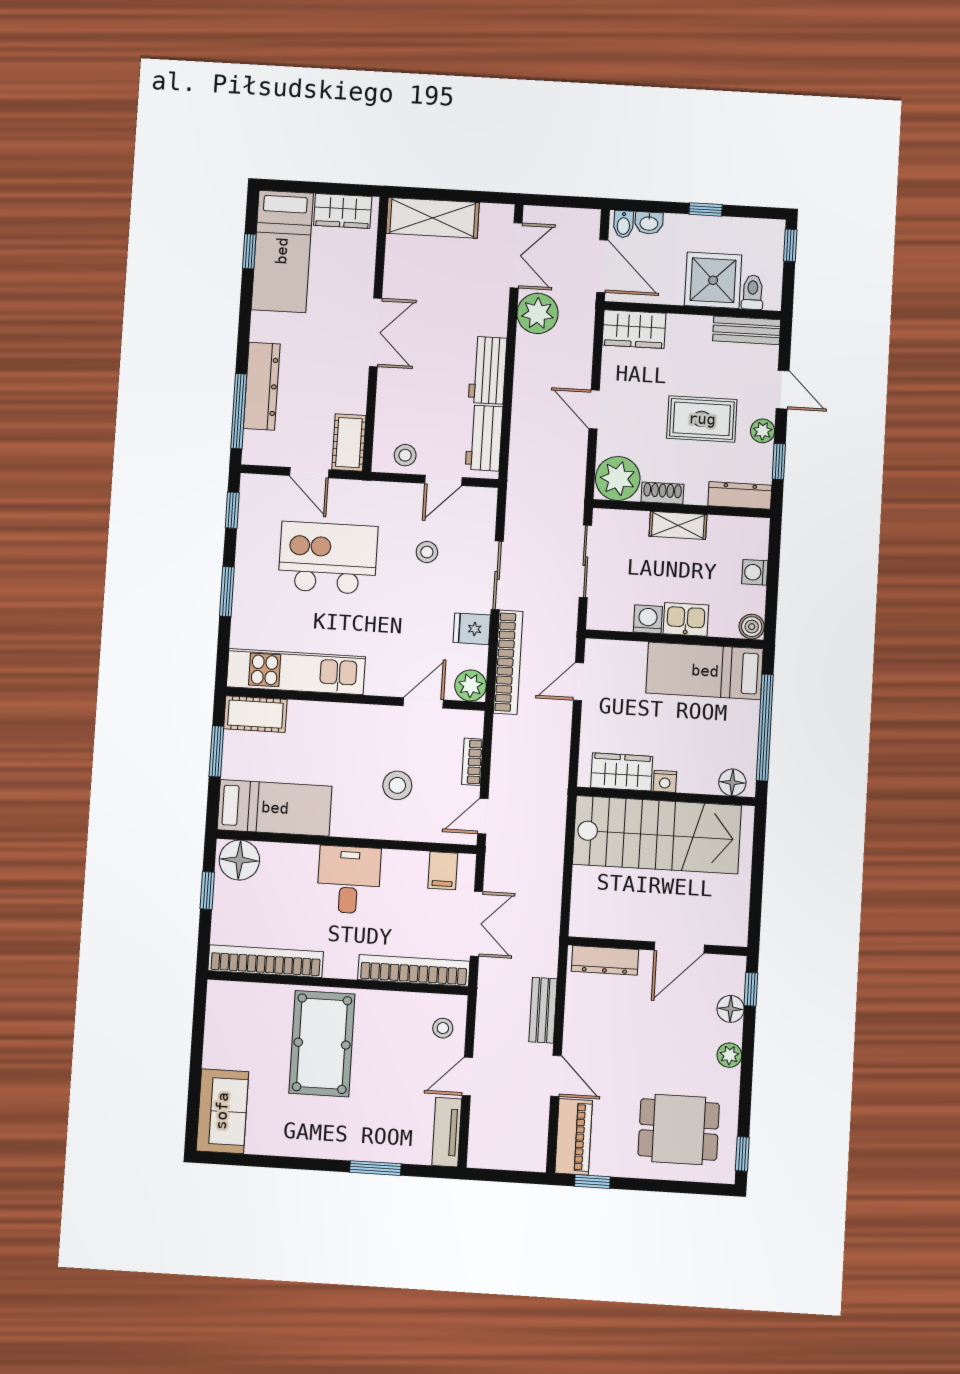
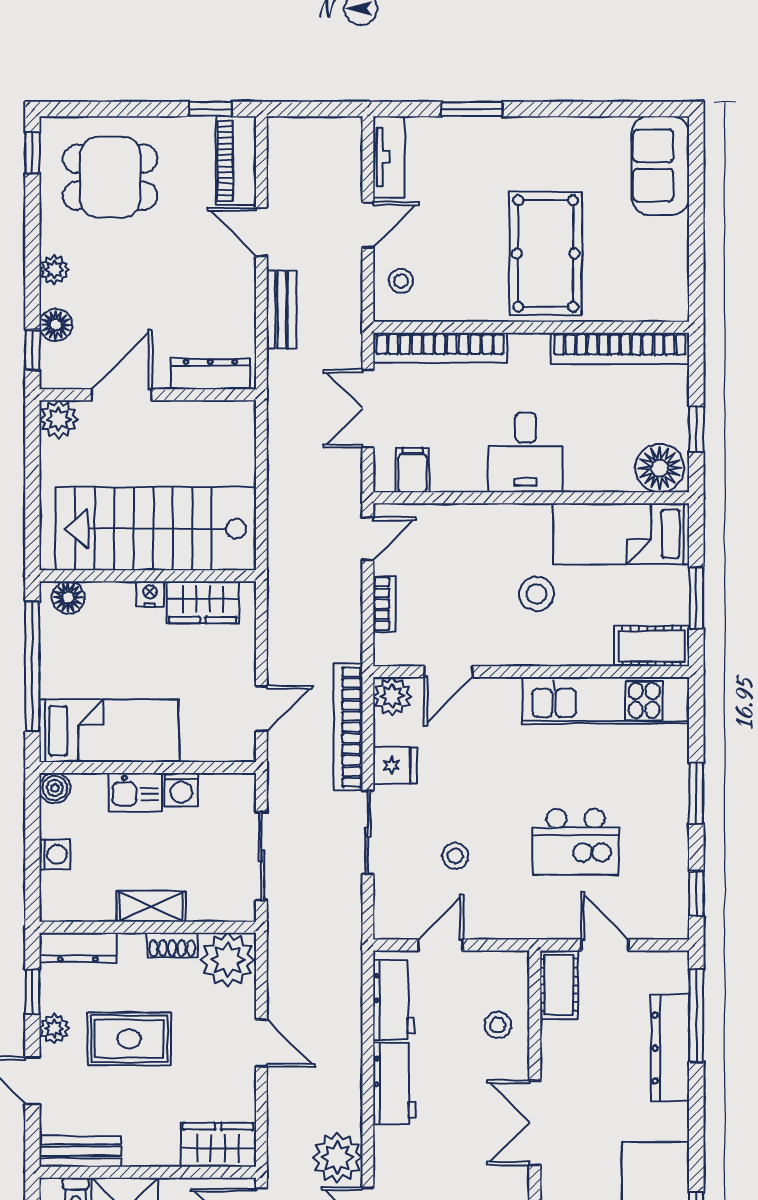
stool: (405, 455) -> (498, 1025), moved
kitchen island: (328, 558) -> (576, 842), width x0.73, depth x0.78
stool: (397, 785) -> (537, 594), moved
plant: (732, 930) -> (59, 419), added

